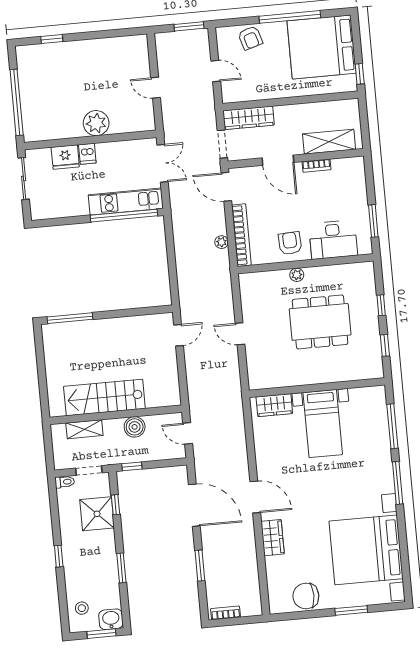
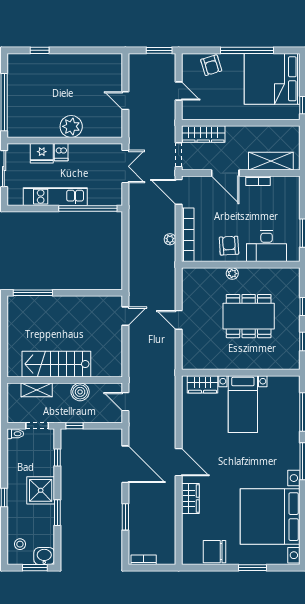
kitchen unit: (126, 202) -> (55, 197), moved
shower: (97, 514) -> (41, 490), moved

